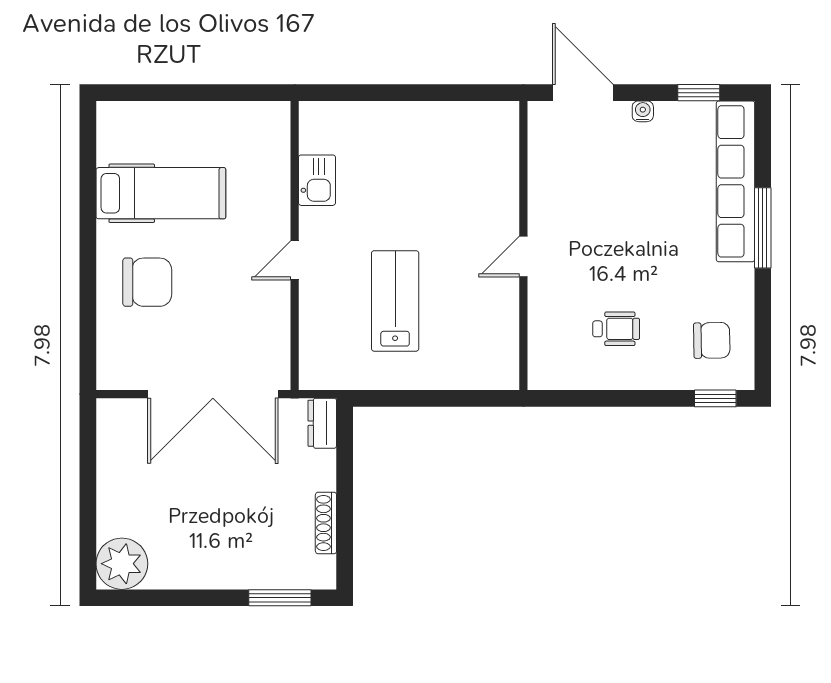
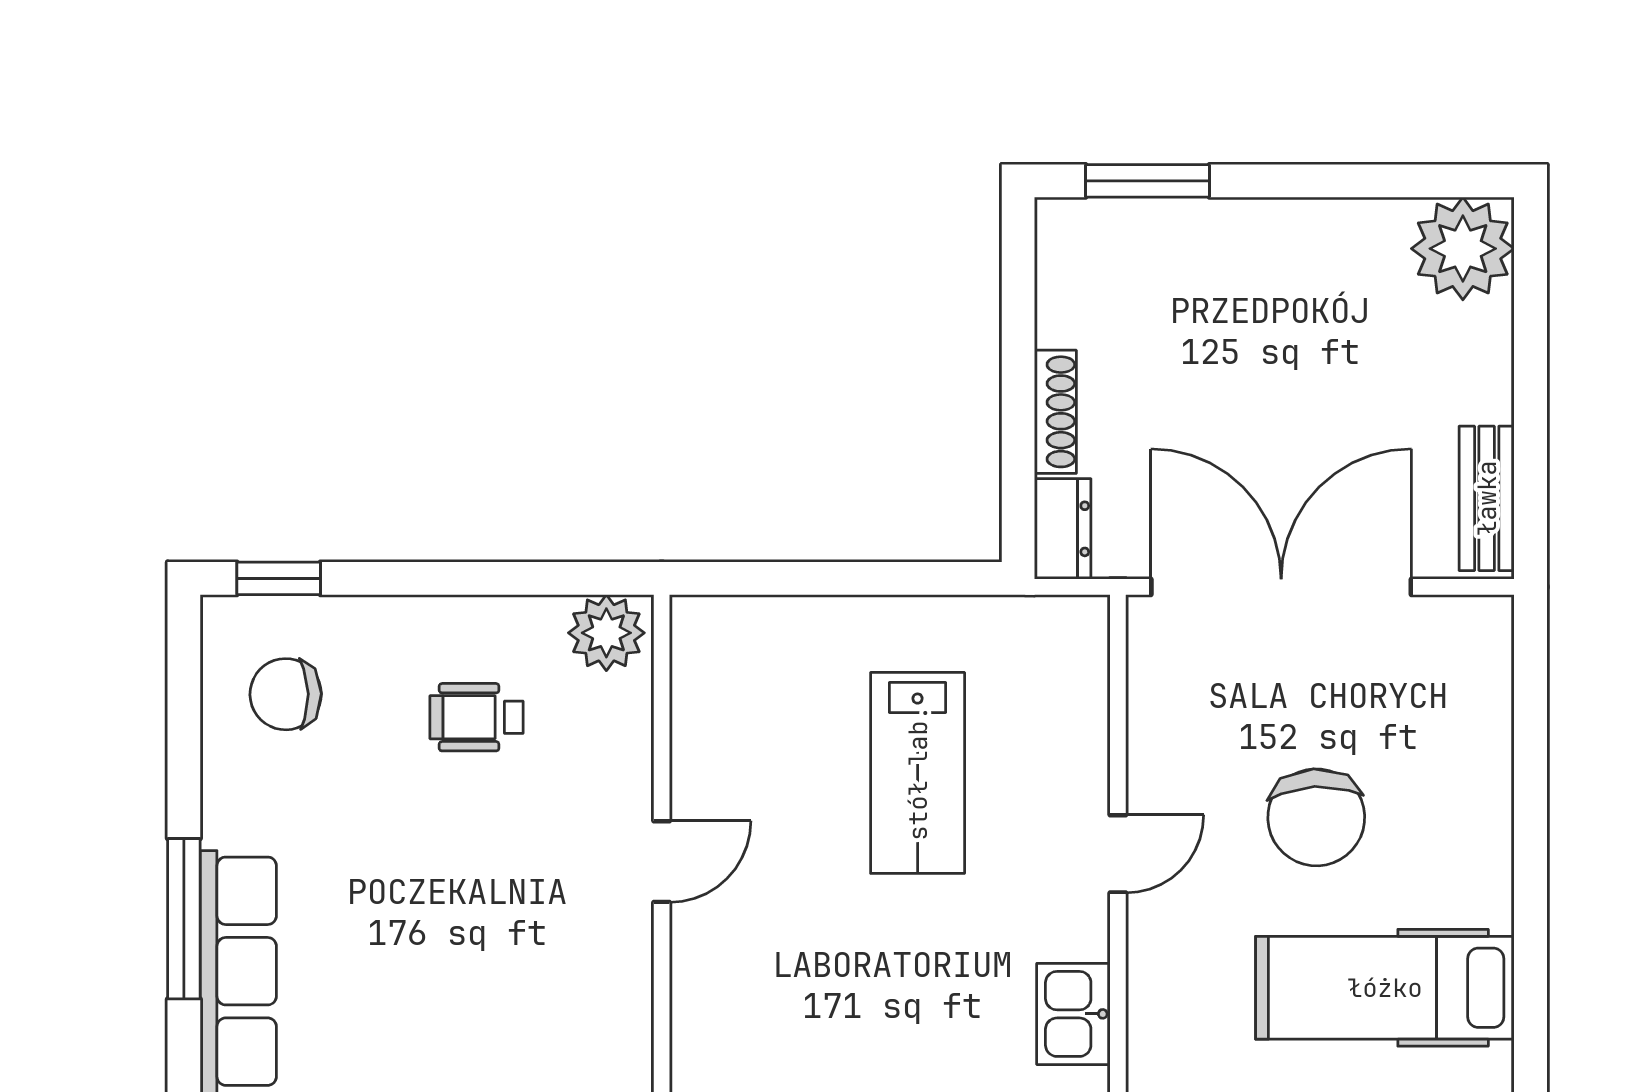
chair: (147, 282) -> (1316, 817), moved, turned -93
plant: (551, 371) -> (606, 633), added
bench: (110, 439) -> (1487, 498), added
shoe rack: (326, 523) -> (1055, 412), moved

